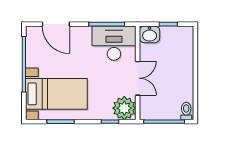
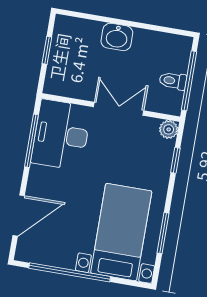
washbasin: (150, 34) -> (117, 37), moved, turned 90
plant: (124, 108) -> (169, 129), width x0.53, depth x0.53
toilet: (186, 111) -> (173, 81), moved

